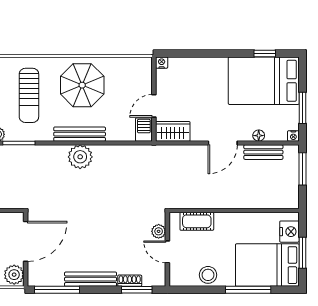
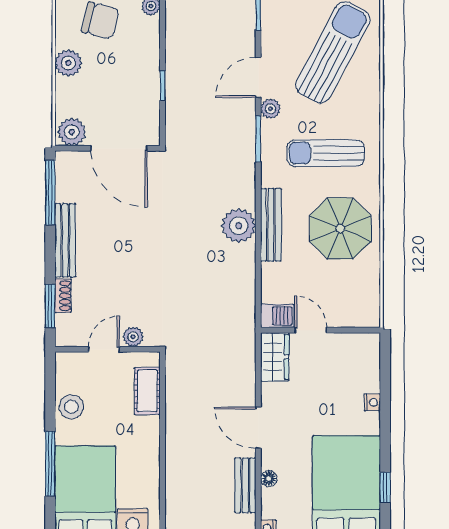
nightstand: (162, 63) -> (372, 402), moved

